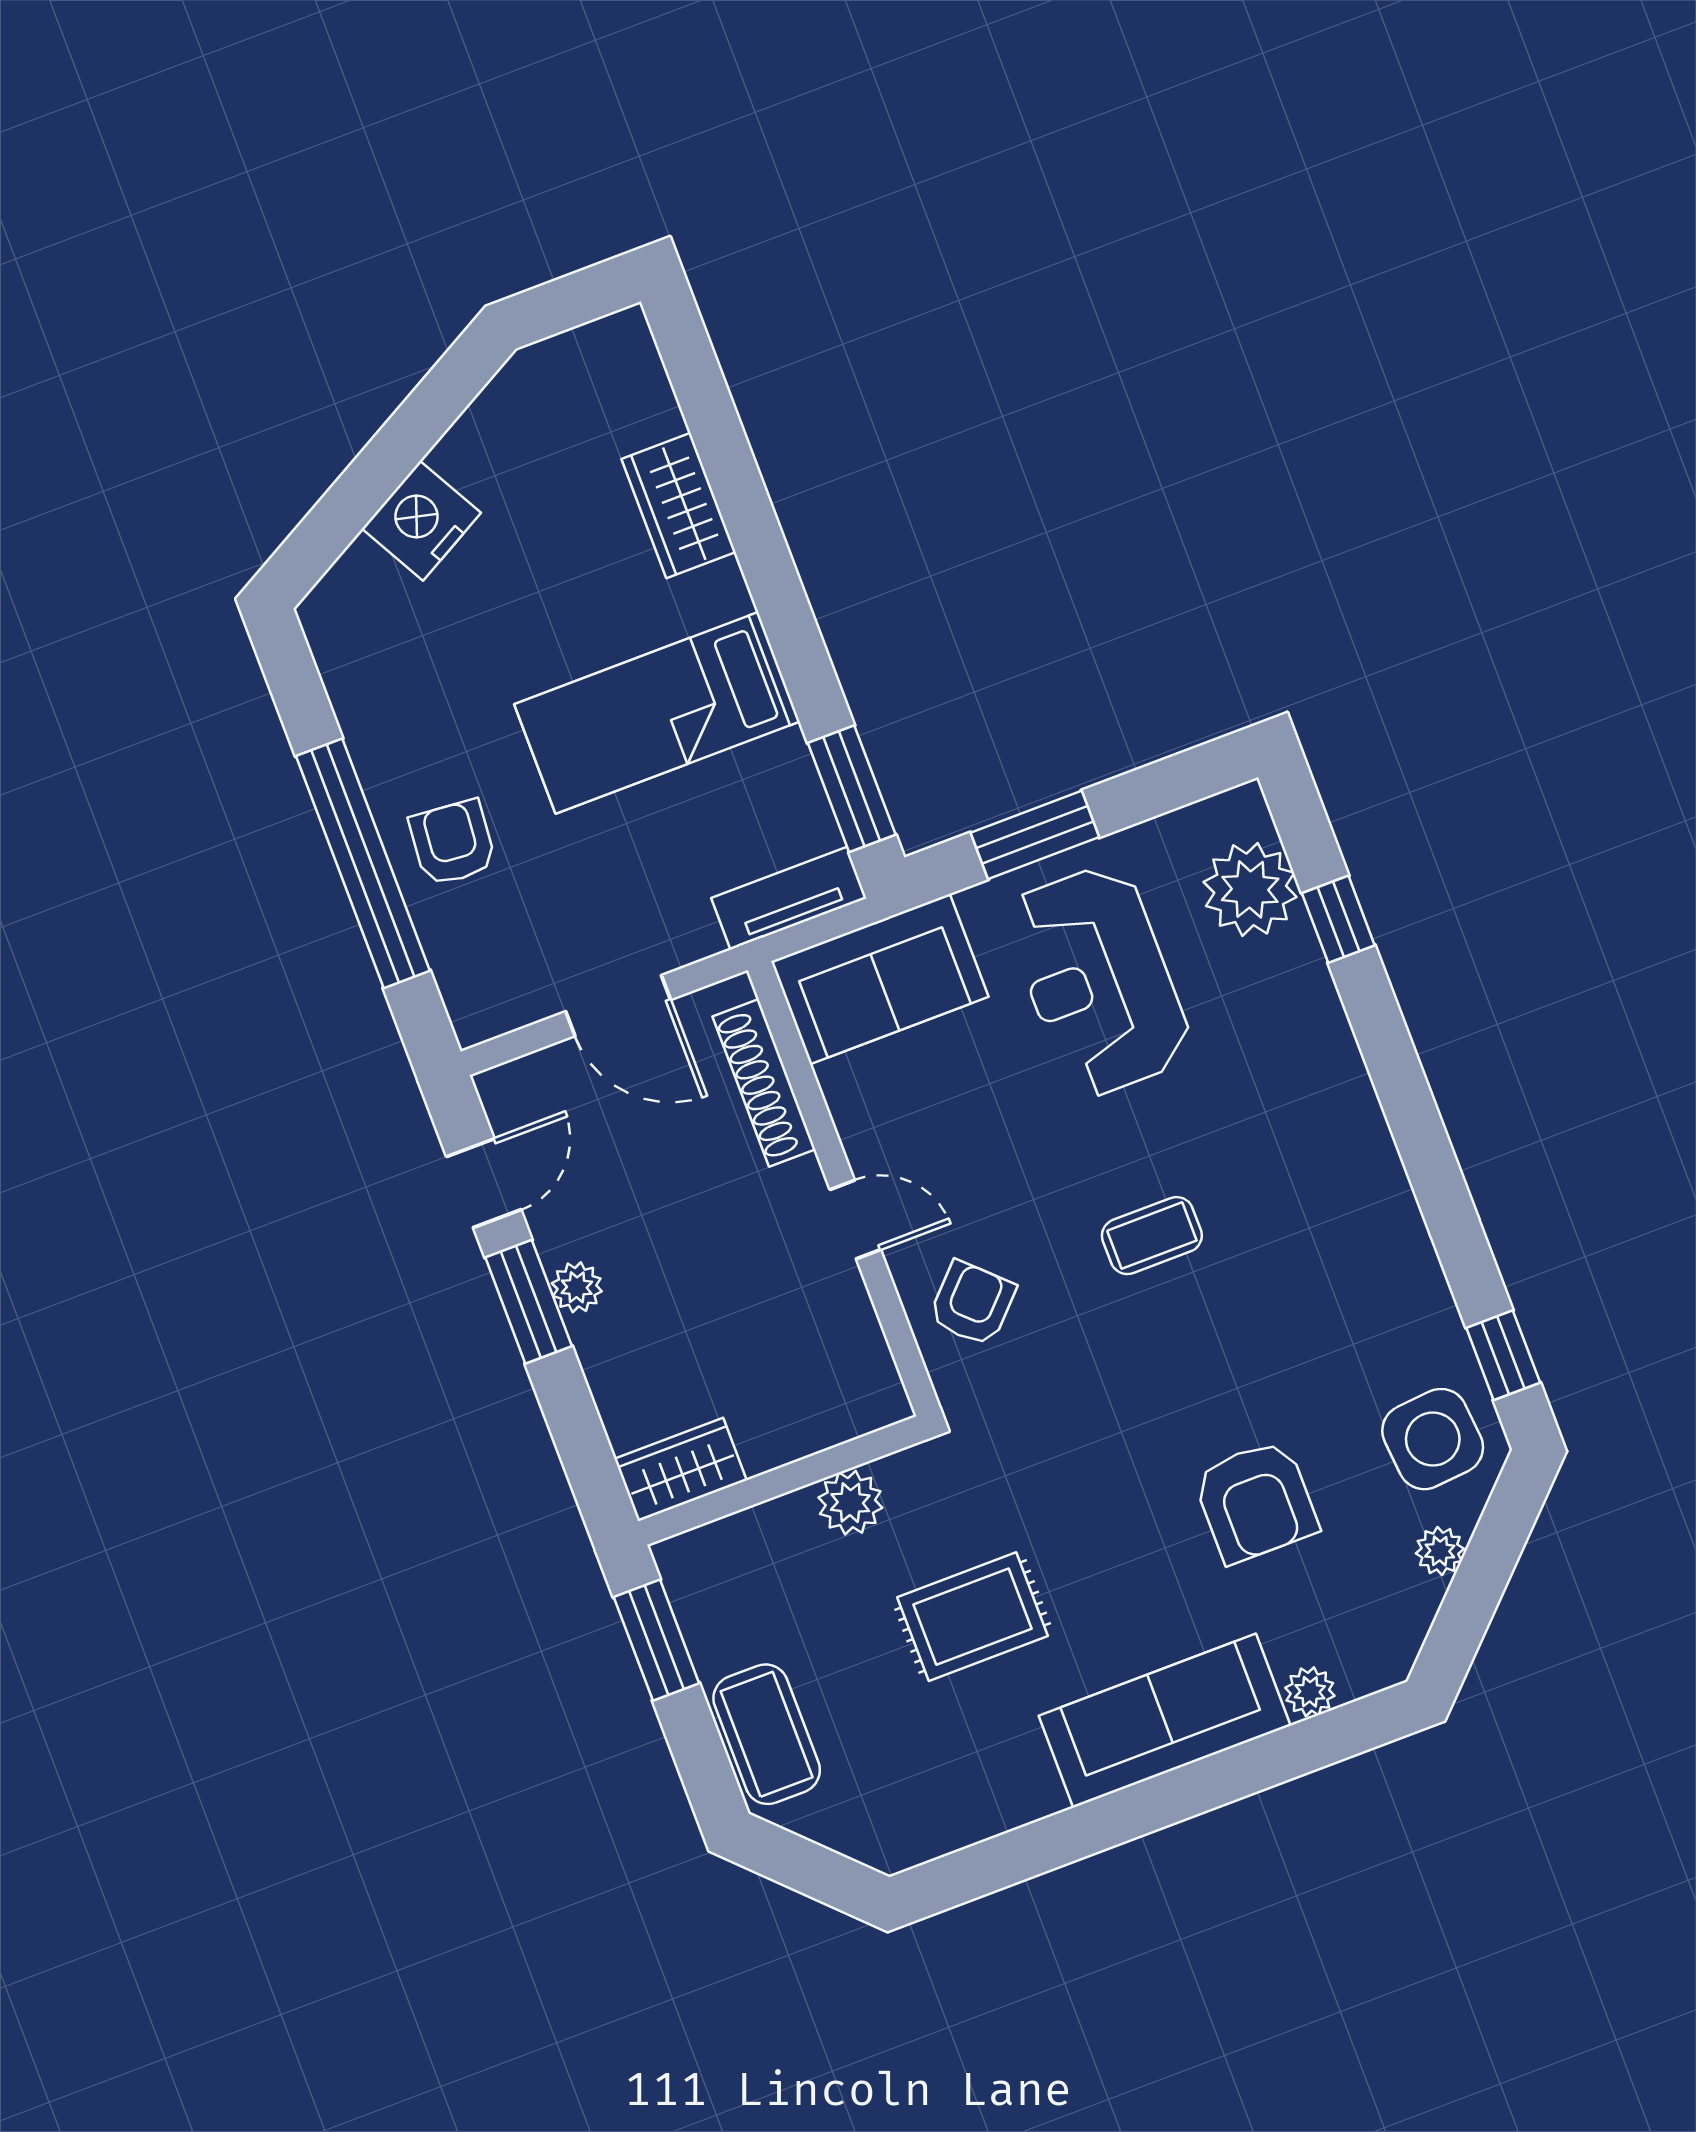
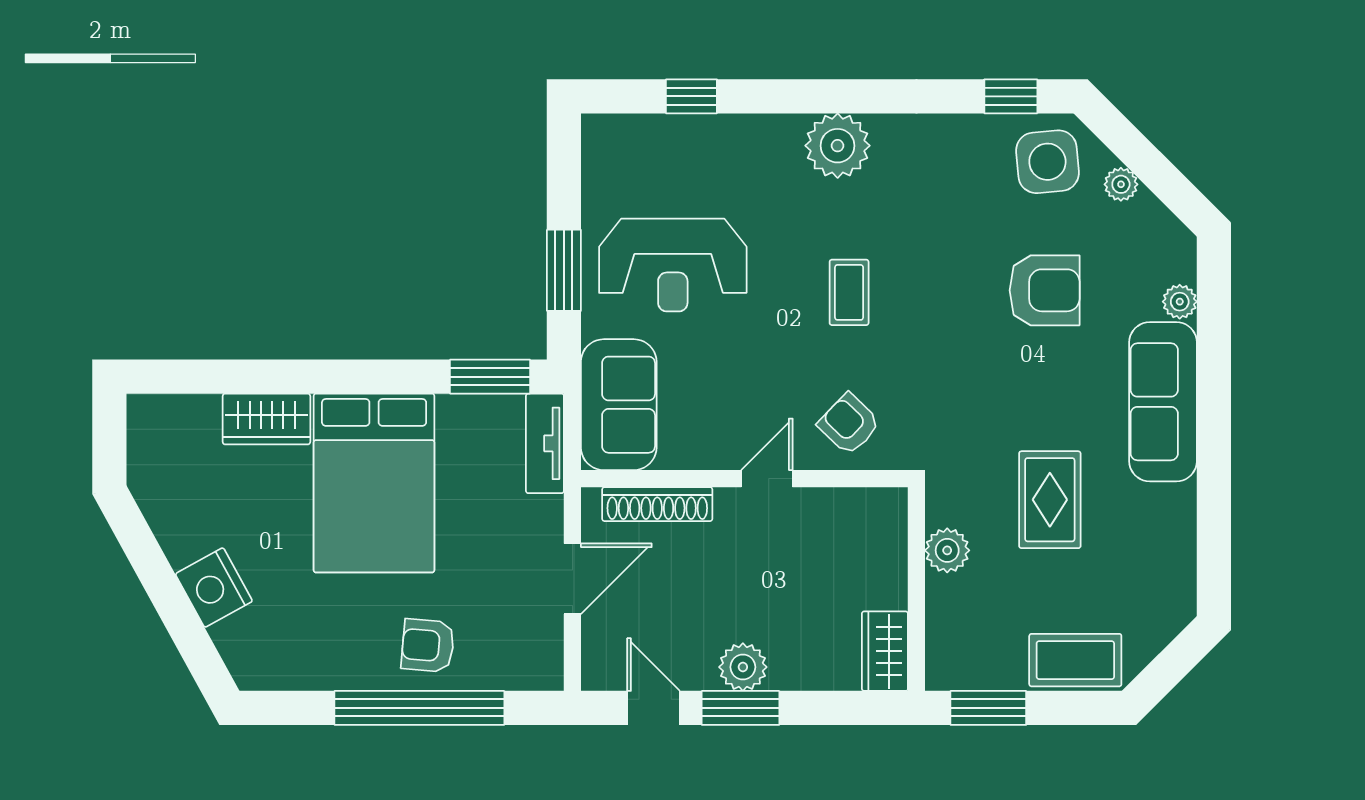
bed: (657, 713) -> (374, 483), width x1.50
plant: (1250, 889) -> (838, 146), moved
plant: (577, 1287) -> (743, 667), width x1.38, depth x1.38

